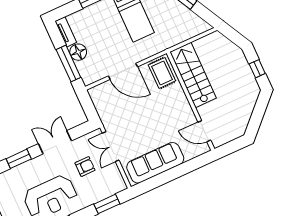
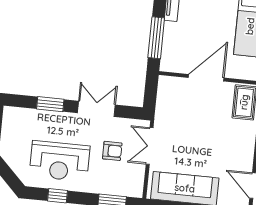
floor lamp: (78, 52) -> (173, 32), removed
door: (123, 71) -> (206, 78), swing flipped

